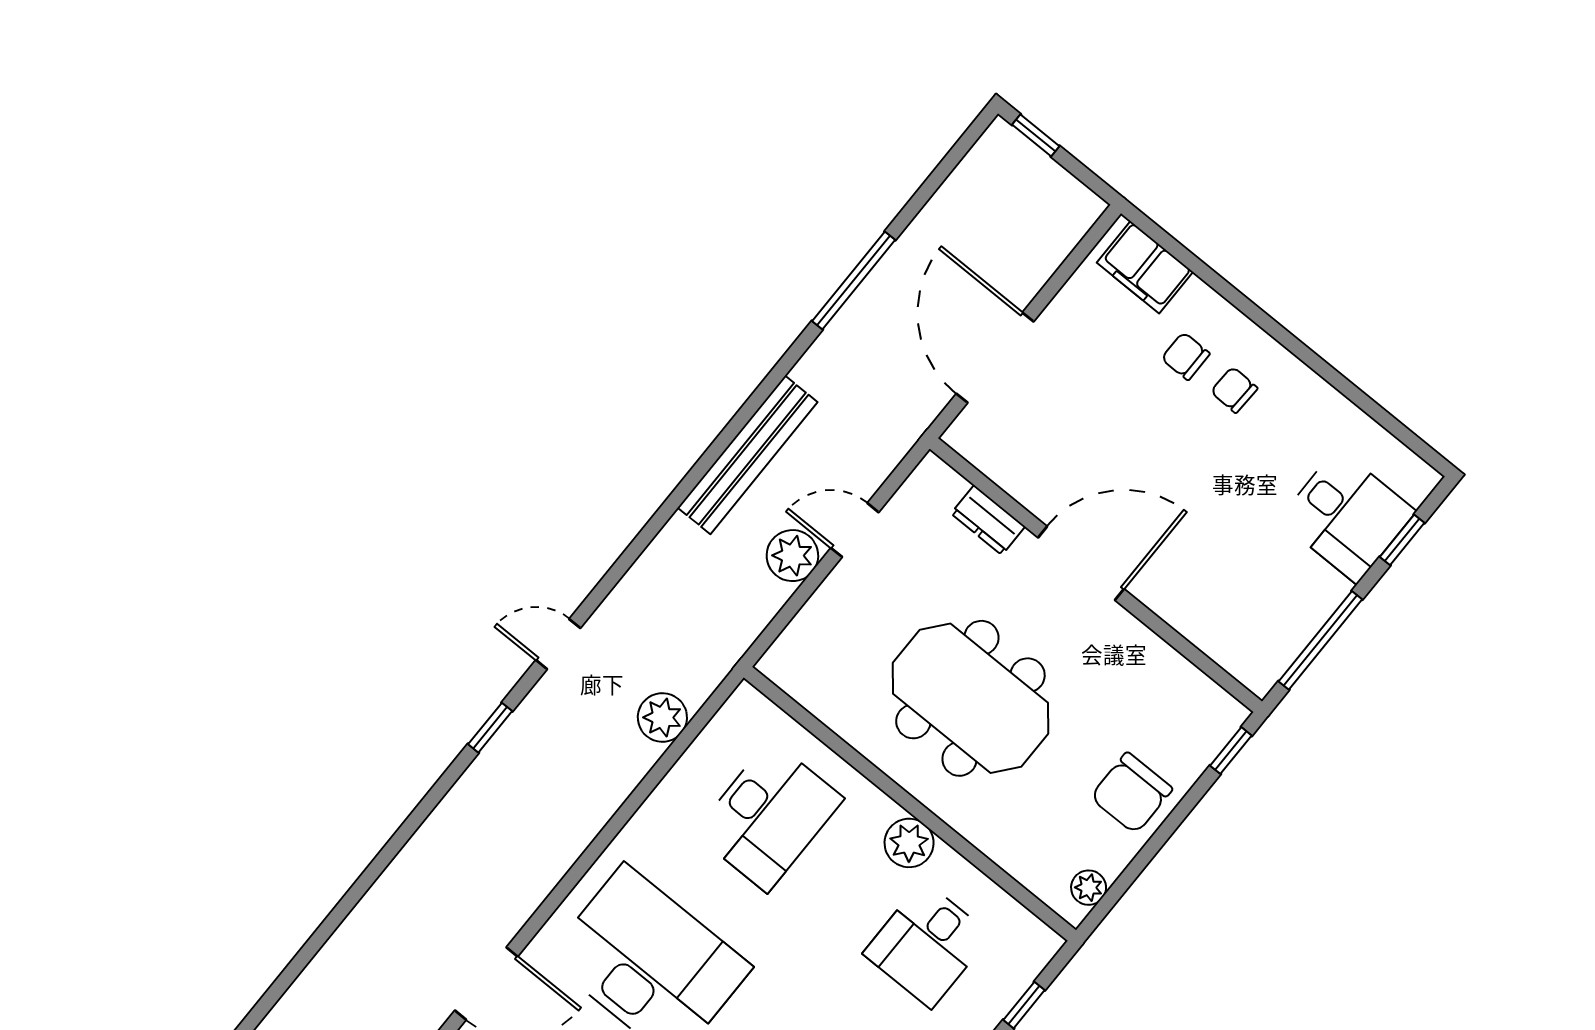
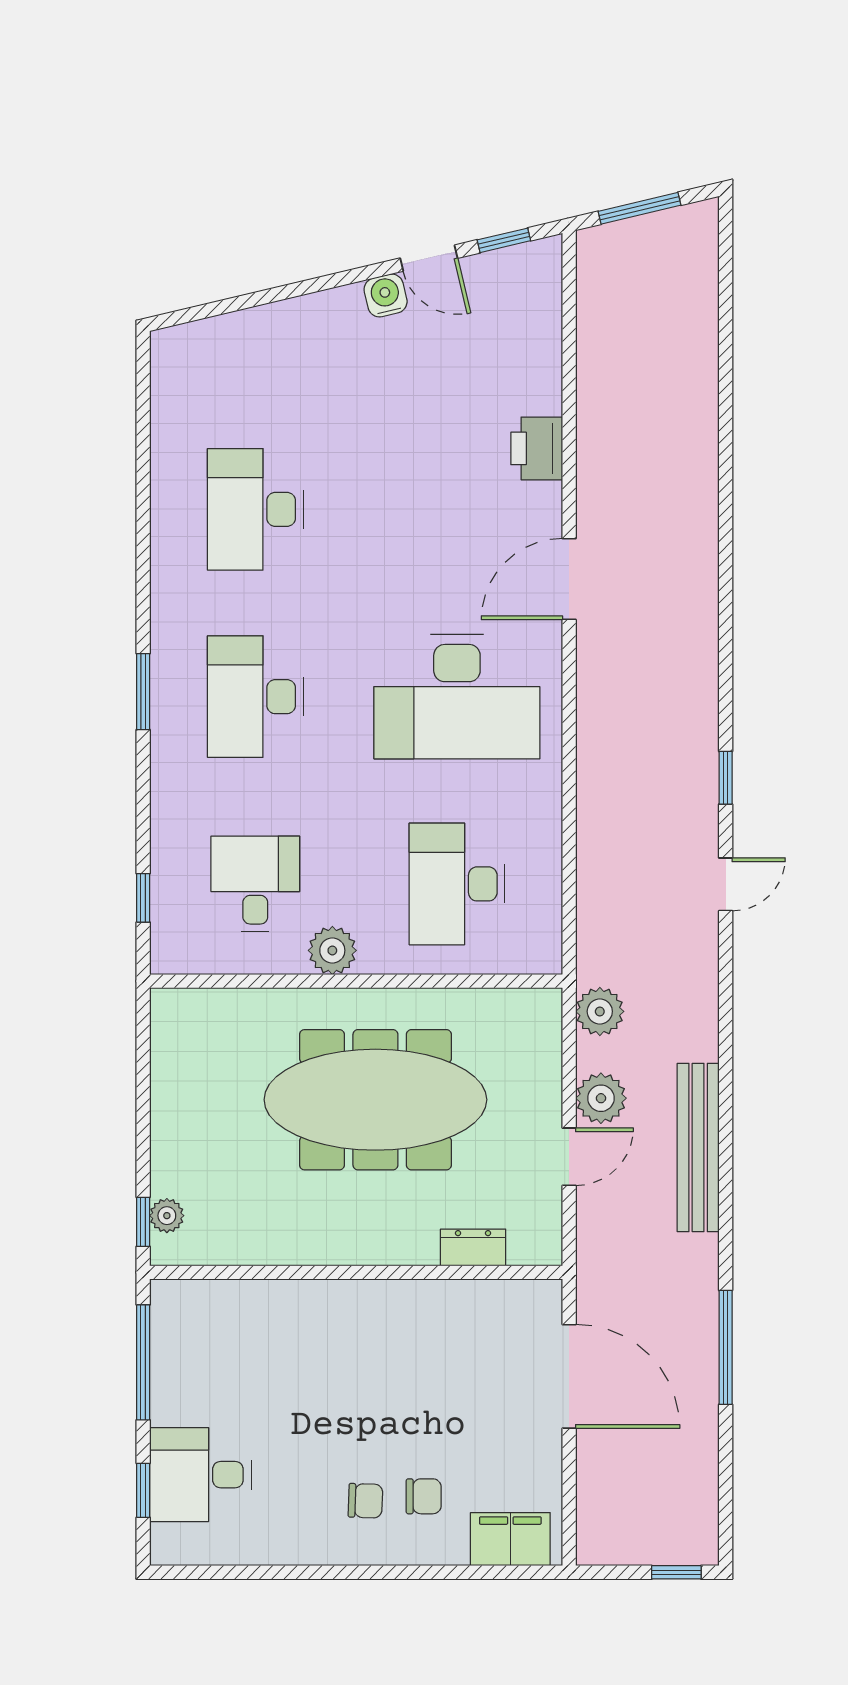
door: (1081, 563) -> (375, 1272), removed
meeting table: (970, 698) -> (375, 1100), width x1.36
plant: (662, 717) -> (600, 1011), moved
chair: (1131, 793) -> (193, 1127), removed
plant: (1089, 888) -> (167, 1216), moved

